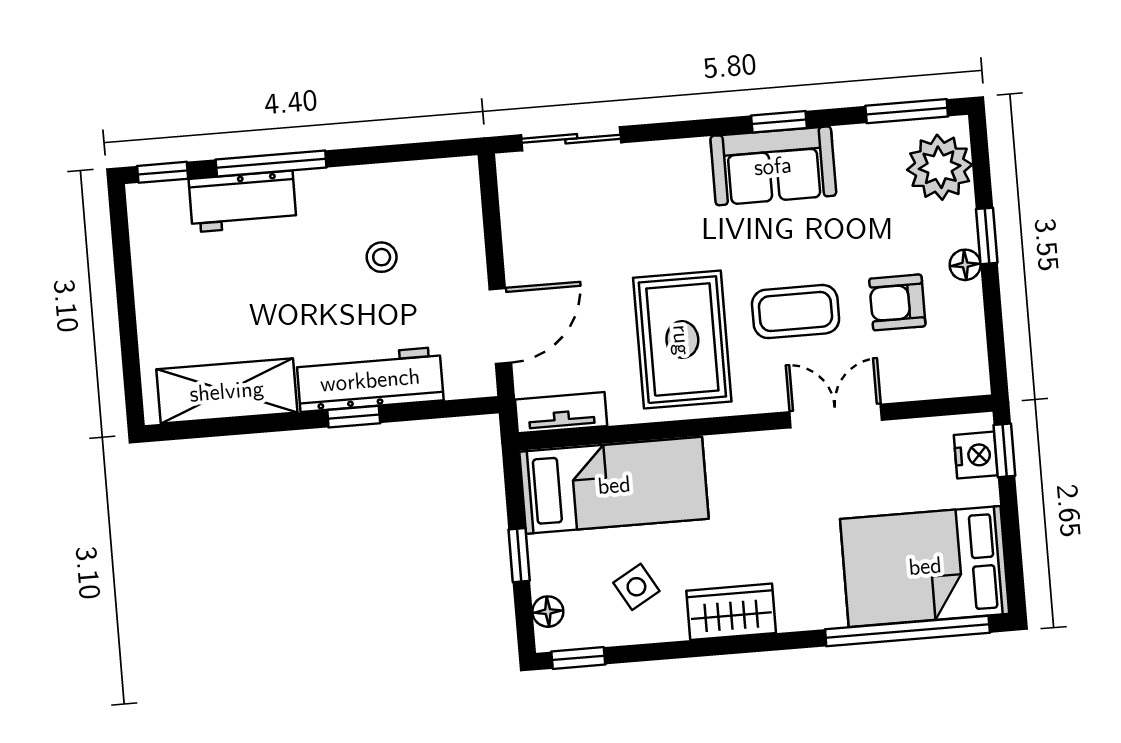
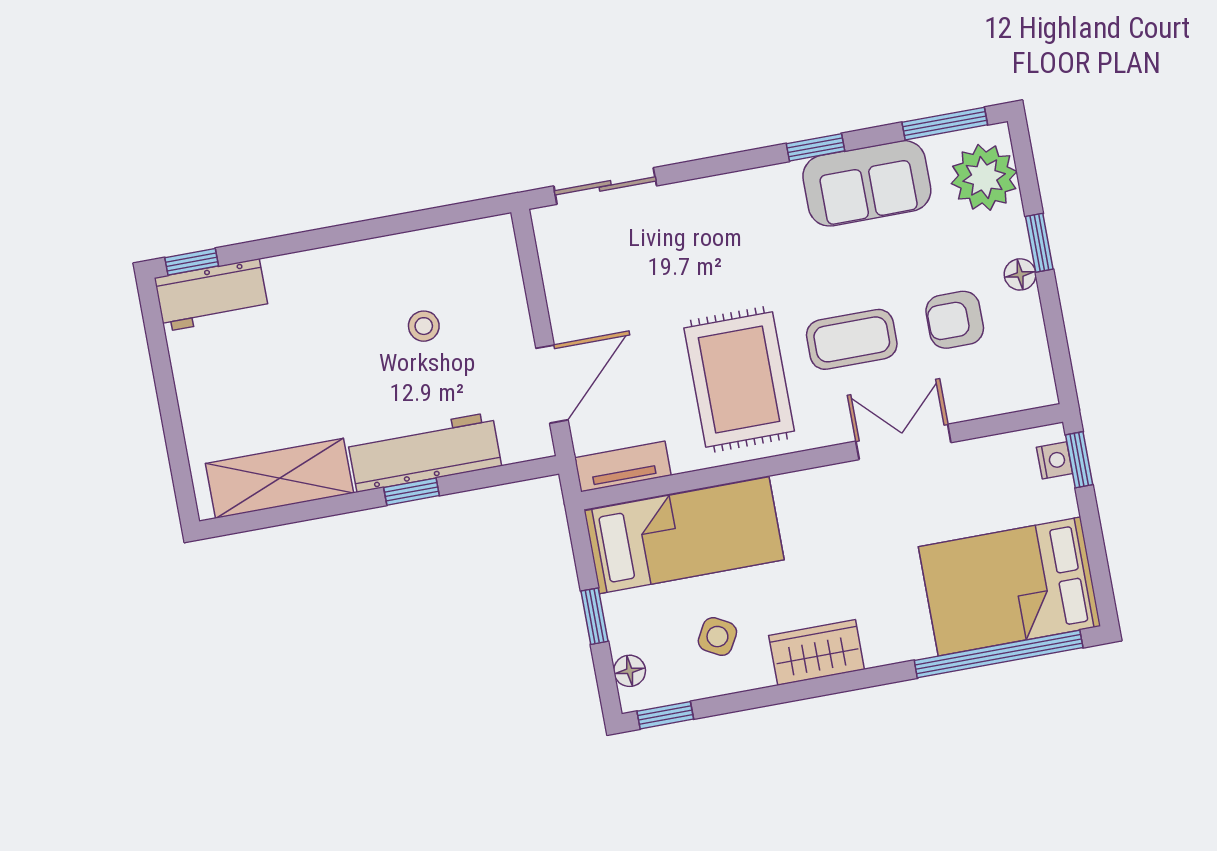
window: (271, 163) -> (301, 242), removed
sofa: (773, 166) -> (867, 183), moved
workbench: (243, 201) -> (212, 295), moved
nightstand: (976, 455) -> (1055, 460), width x0.72, depth x0.74
side table: (636, 587) -> (717, 637), turned -31

